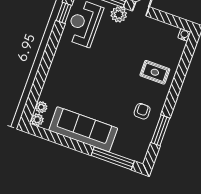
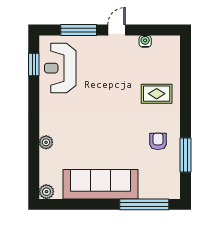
plant: (119, 14) -> (95, 45), removed
water cooler: (184, 35) -> (145, 41), moved
plant: (41, 107) -> (46, 142), moved

